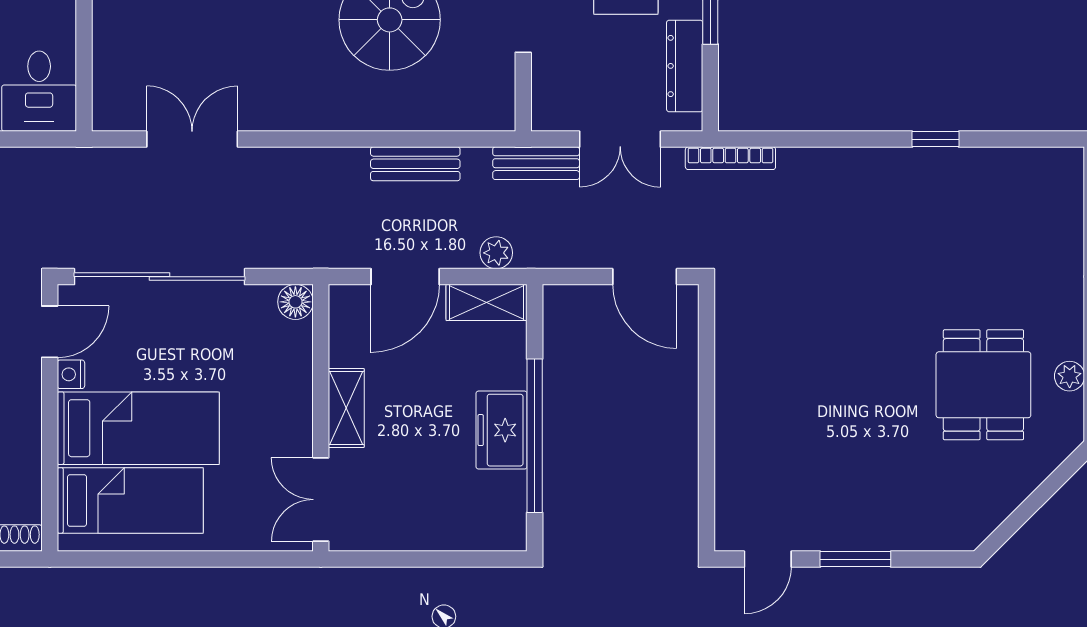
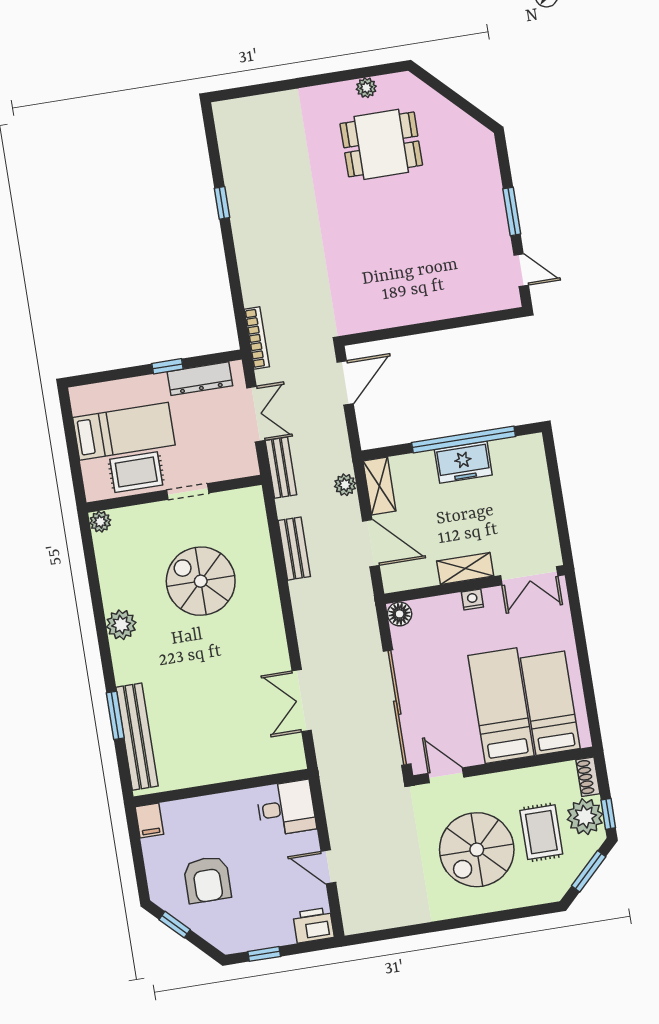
nightstand: (71, 374) -> (472, 599), moved, turned 180

